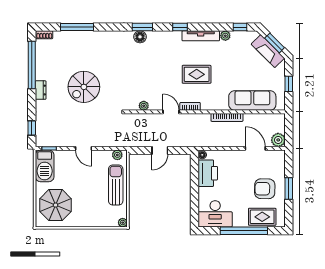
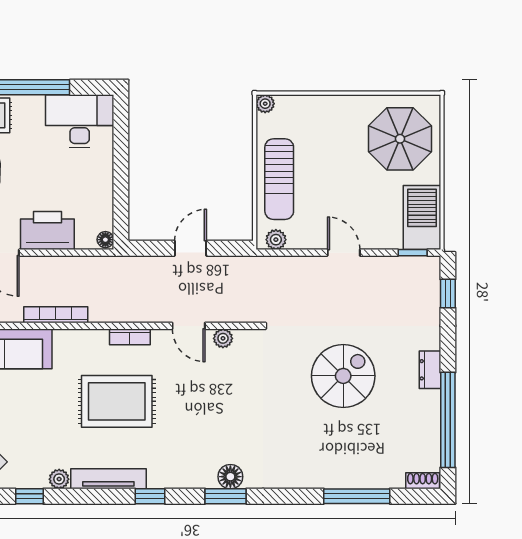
rug: (197, 74) -> (117, 401), width x1.36, depth x1.43
door: (171, 112) -> (189, 326), moved
printer: (208, 173) -> (47, 231), moved, turned 90

